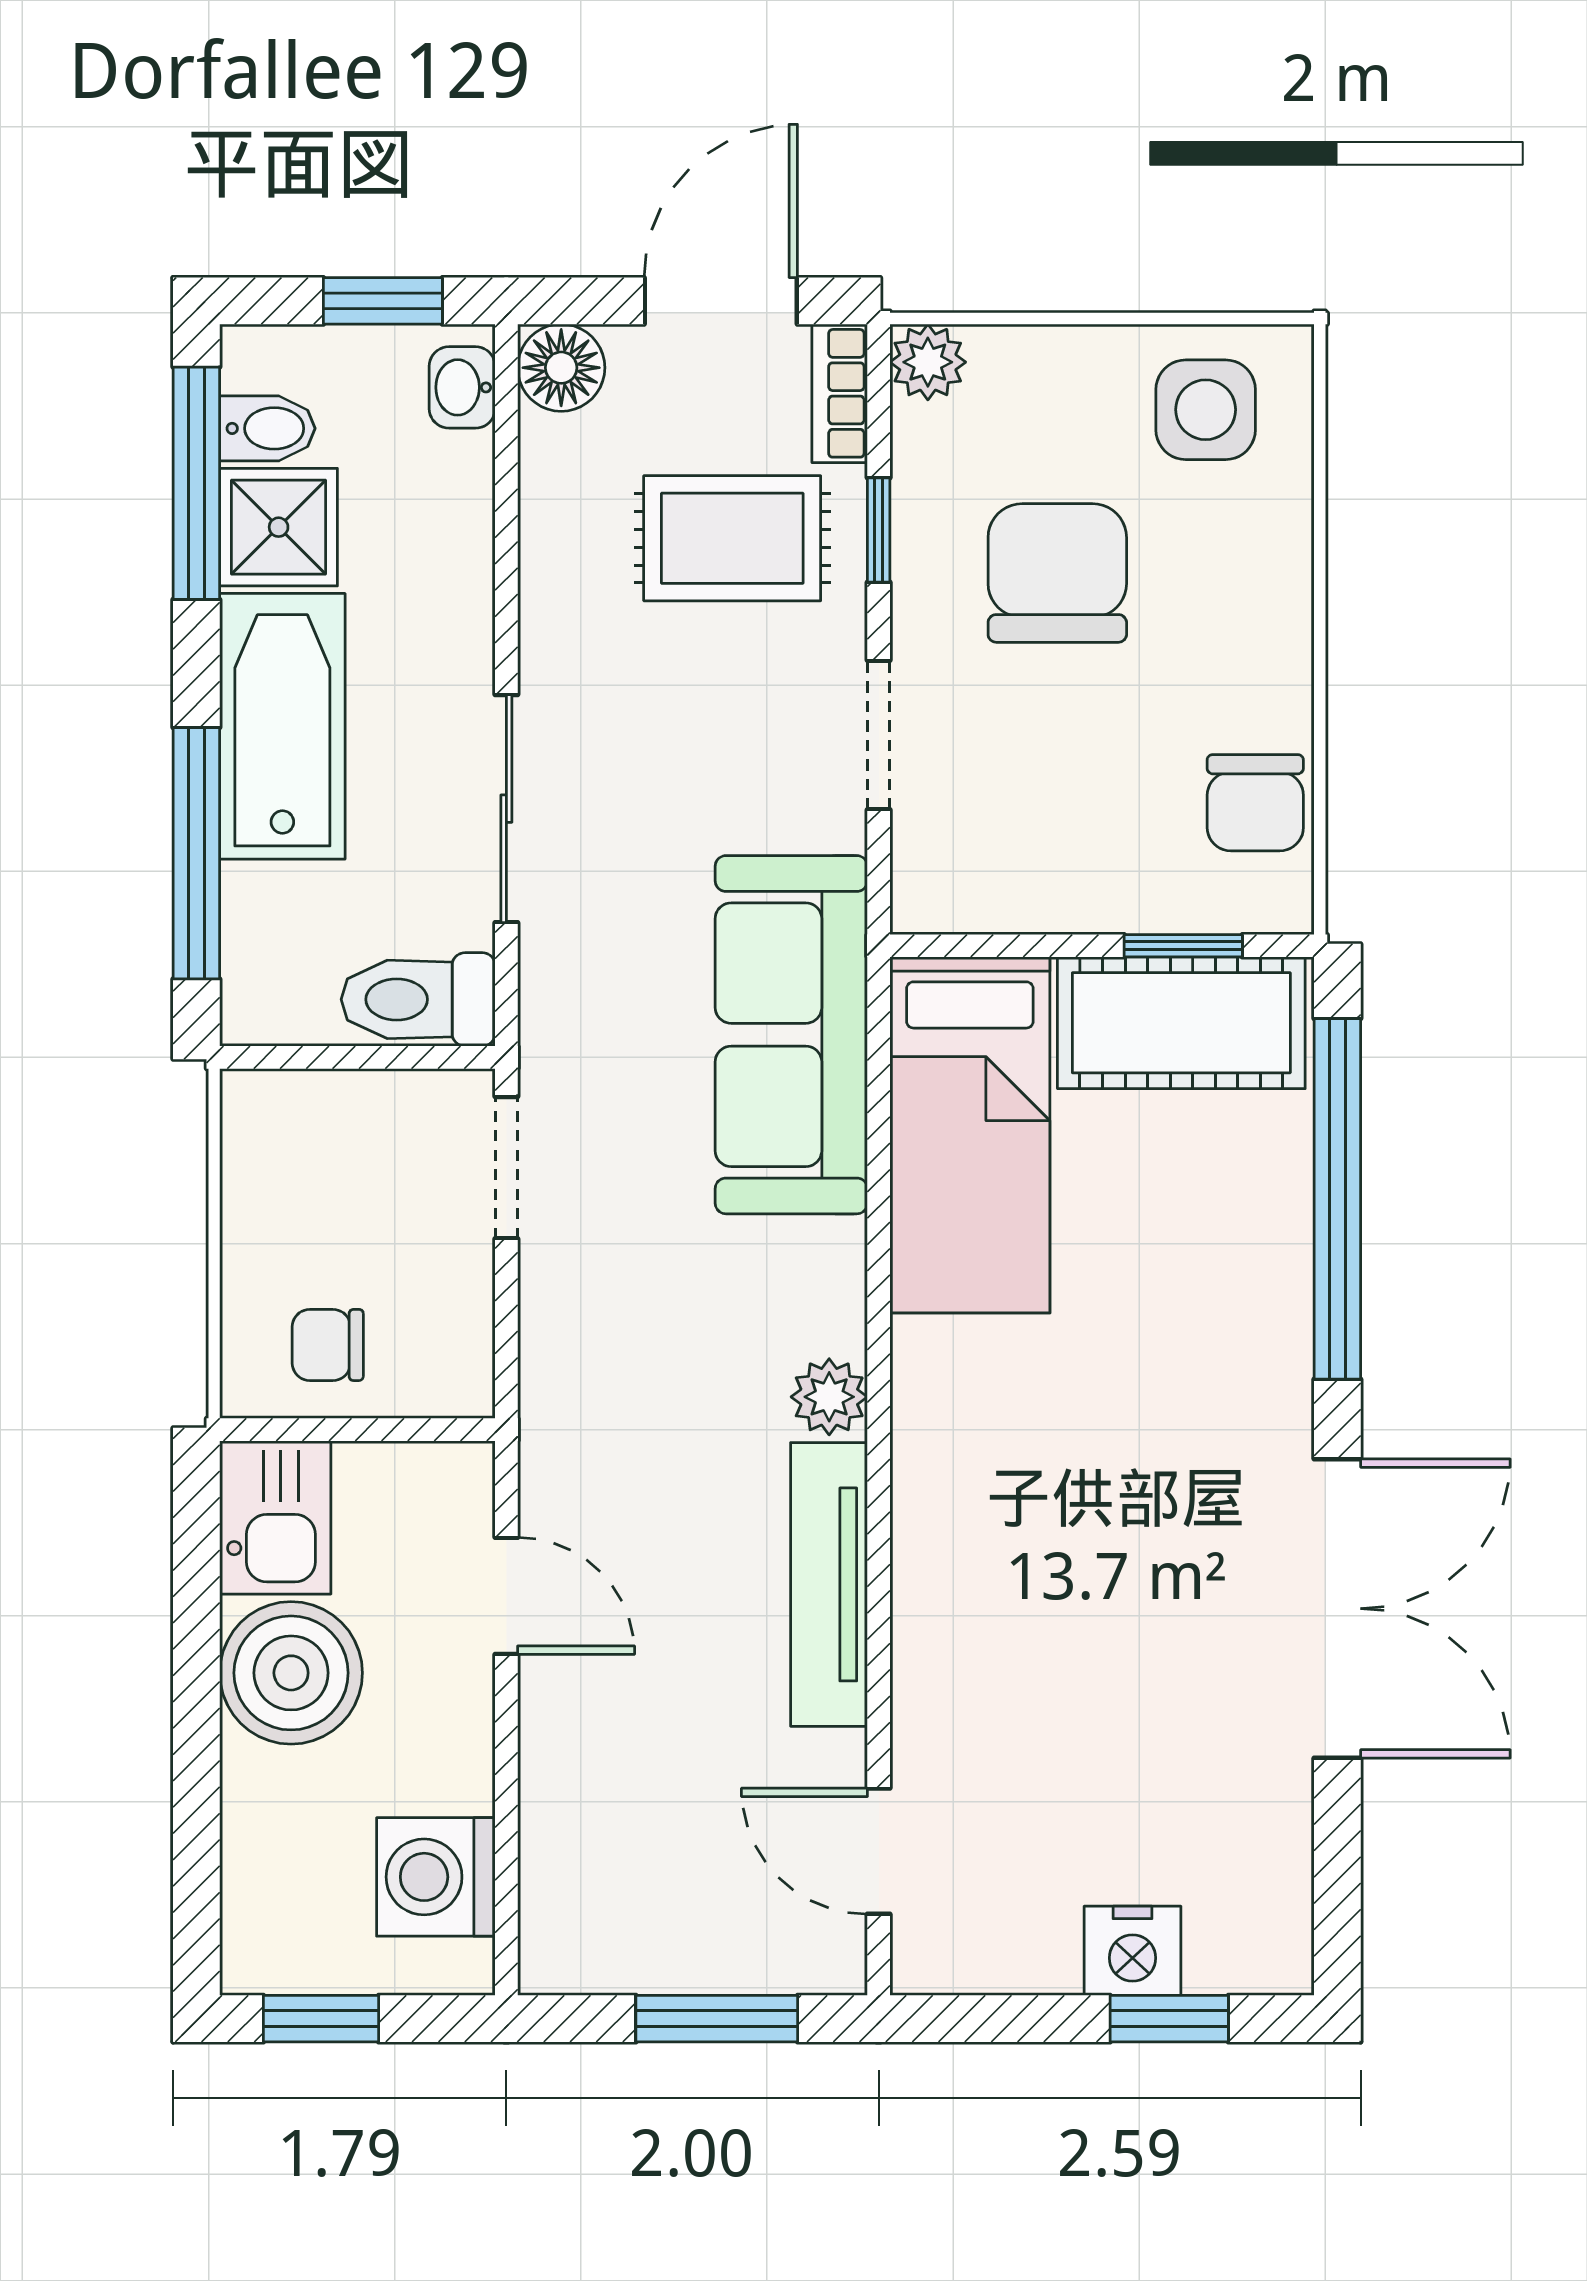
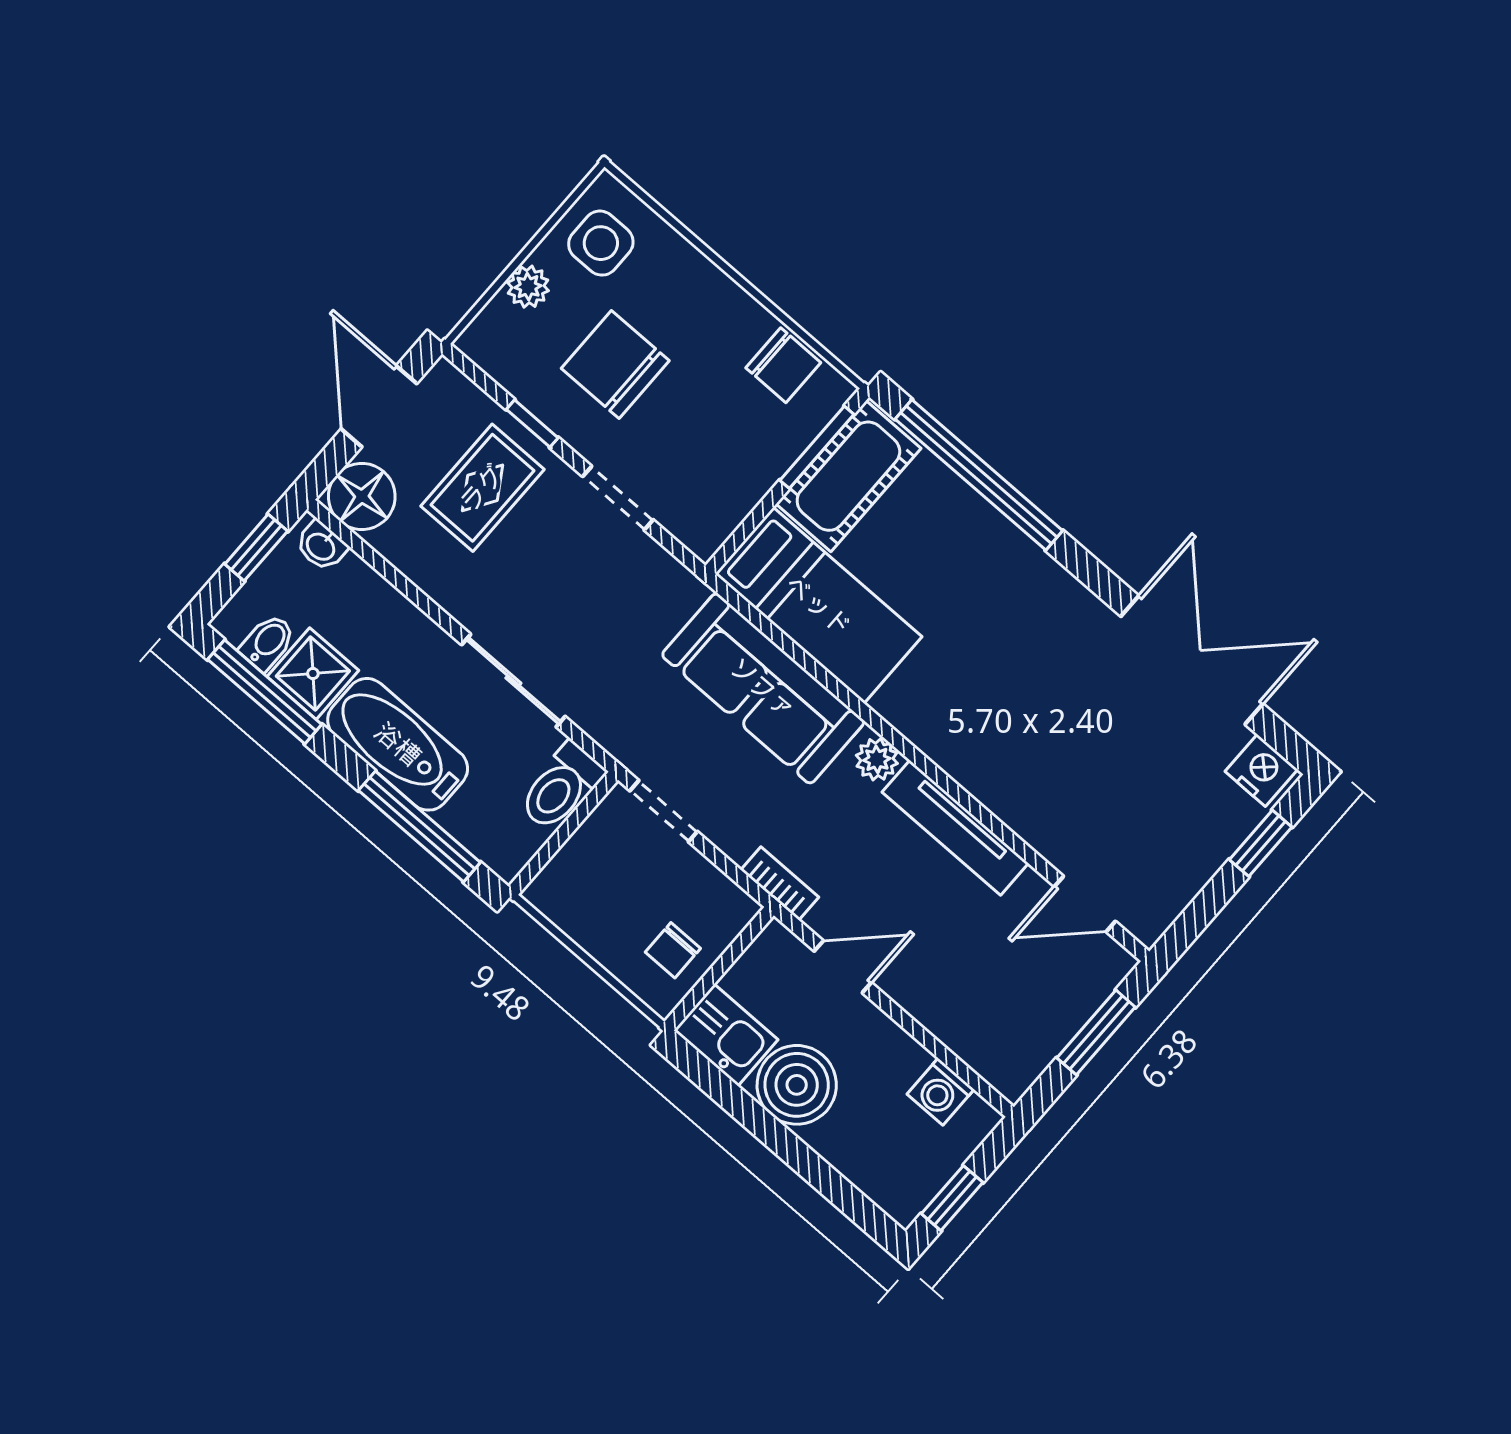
plant: (928, 362) -> (528, 287), moved
floor lamp: (561, 368) -> (362, 496), width x1.38, depth x1.38
bookcase: (840, 393) -> (780, 883), moved, turned 180
window: (1183, 946) -> (817, 447), width x1.50
sofa: (791, 1035) -> (763, 688), moved
double door: (1337, 1609) -> (1192, 660), moved
washing machine: (436, 1877) -> (941, 1092), width x0.73, depth x0.73
nightstand: (1132, 1951) -> (1261, 770), moved, turned -90

